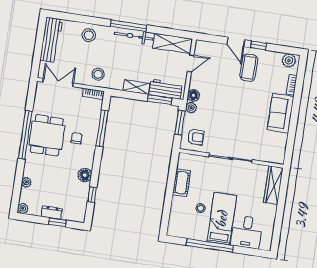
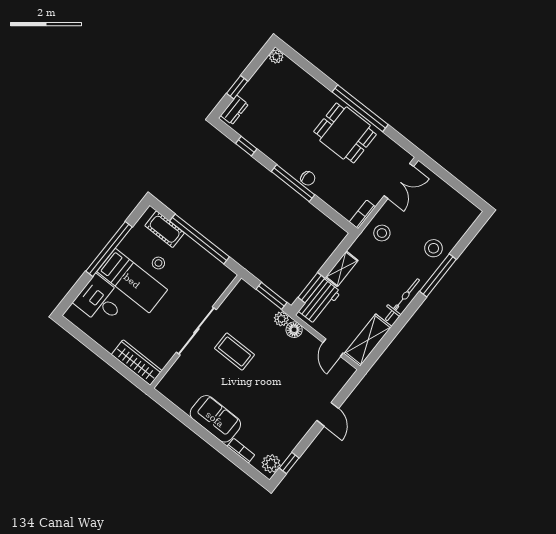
window: (128, 26) -> (438, 275), moved
workbench: (51, 40) -> (453, 202), removed
door: (236, 42) -> (328, 414), swing flipped
window: (258, 45) -> (289, 463), moved
coffee table: (249, 68) -> (234, 352), moved
window: (102, 128) -> (293, 183), moved
armchair: (196, 137) -> (244, 305), removed
chair: (76, 138) -> (308, 178), moved
floor lamp: (85, 175) -> (274, 151), removed
plant: (26, 182) -> (304, 78), removed
cot: (182, 183) -> (165, 229), moved
window: (170, 190) -> (200, 239), added
dresser: (52, 213) -> (234, 110), moved

